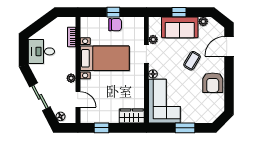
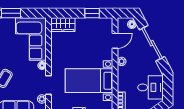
sliding door: (40, 97) -> (152, 43), width x1.37
door: (78, 99) -> (115, 41), swing flipped

